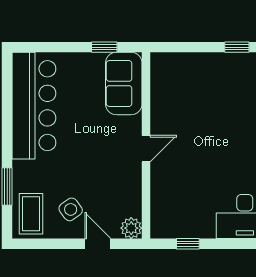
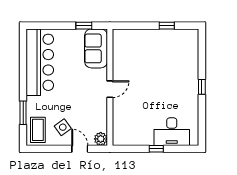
window: (188, 244) -> (156, 149), moved

